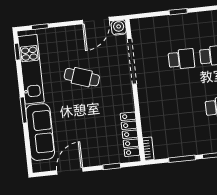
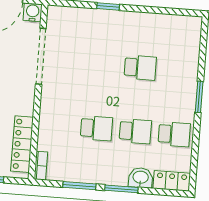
school desk: (181, 59) -> (96, 128), moved

